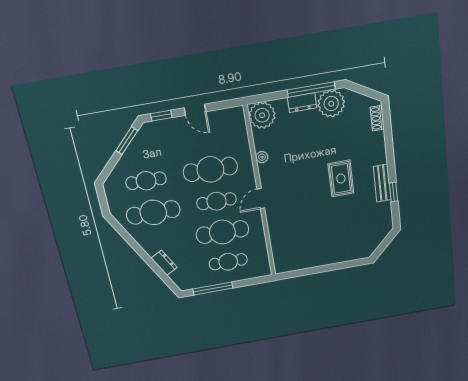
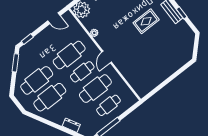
door: (195, 110) -> (54, 18), moved
rug: (341, 178) -> (146, 21), turned 90
cafe table: (146, 181) -> (37, 80), width x1.37, depth x1.35

